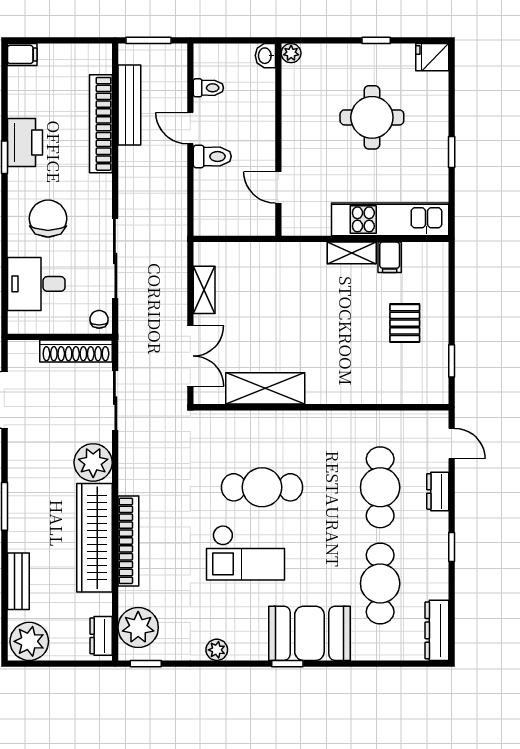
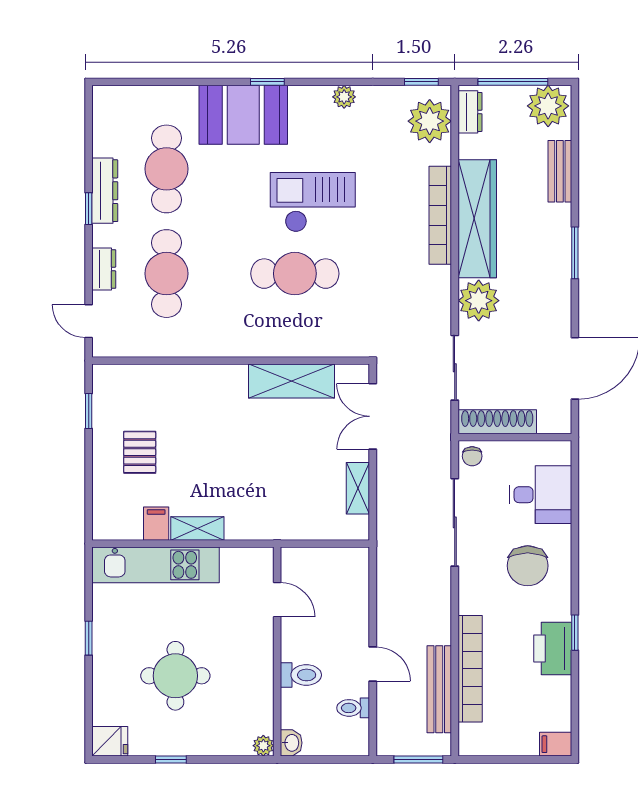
toilet: (212, 156) -> (301, 675), moved, turned 180
dresser: (437, 630) -> (105, 191), moved
window: (62, 664) -> (513, 82), added

